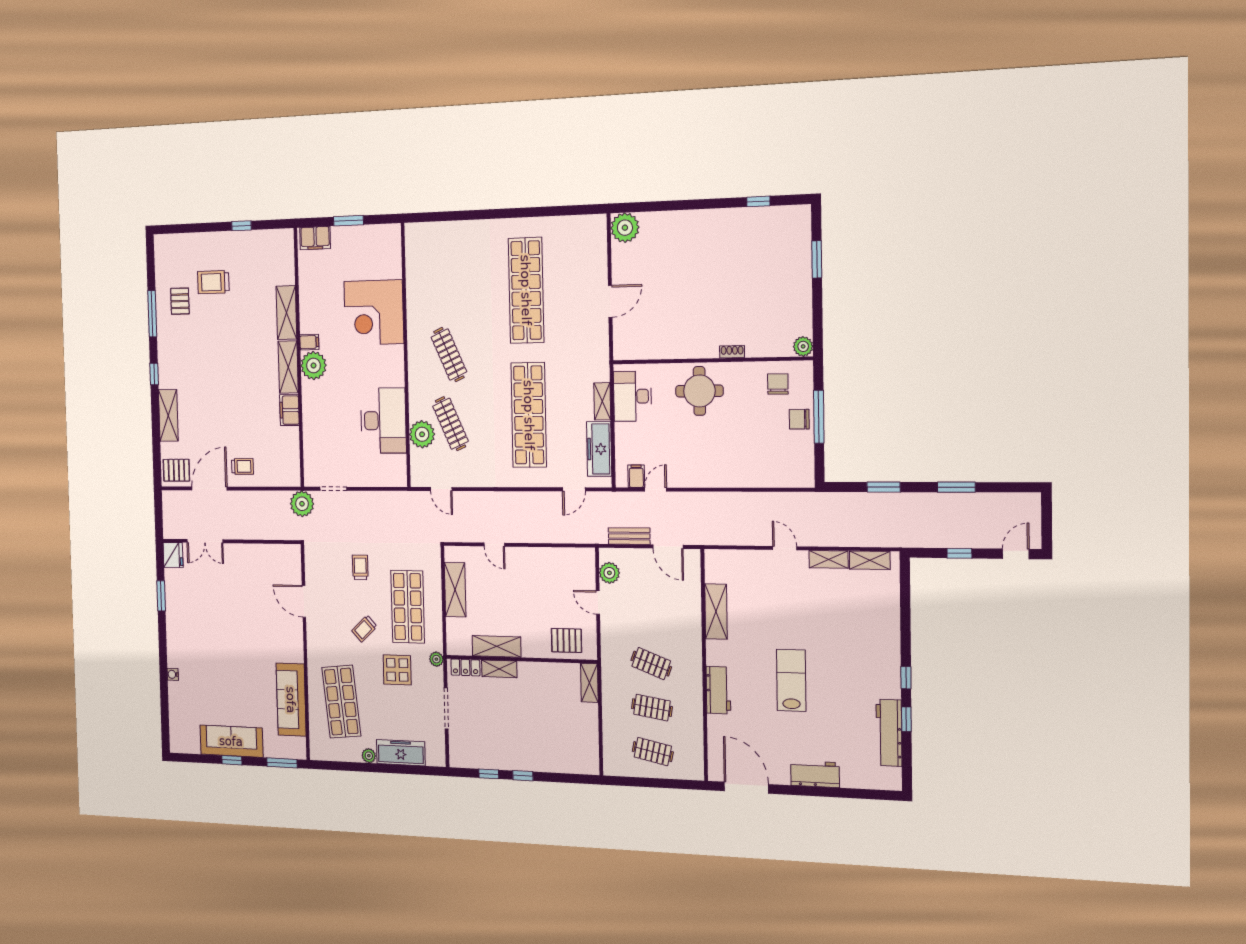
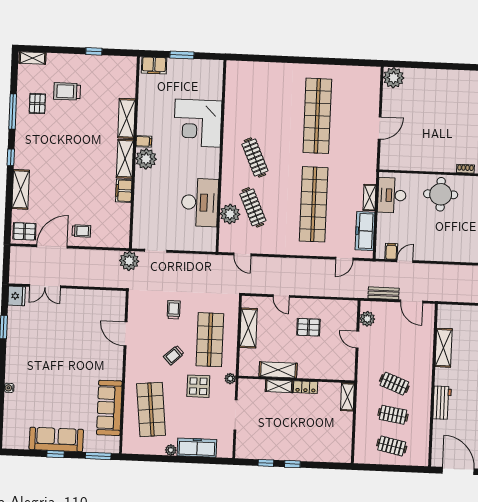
shelving: (170, 241) -> (32, 58), added
pallet: (566, 640) -> (308, 327), moved
locker: (465, 667) -> (306, 387), moved

